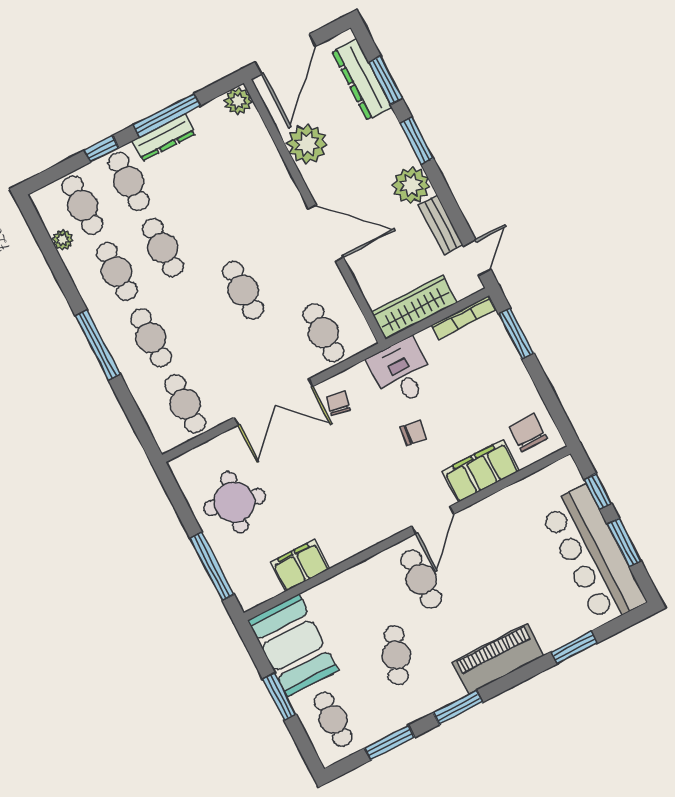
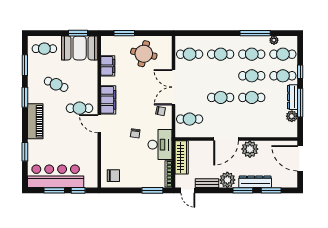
dresser: (362, 79) -> (255, 182), moved
plant: (238, 101) -> (292, 116), moved
plant: (307, 144) -> (250, 149), moved
cafe table: (209, 224) -> (252, 97), added
window: (98, 345) -> (255, 33), moved
desk: (402, 372) -> (160, 145), width x1.37
filing cabinet: (481, 471) -> (108, 100), moved
window: (212, 566) -> (124, 33), width x0.69
window: (279, 697) -> (78, 33), moved

